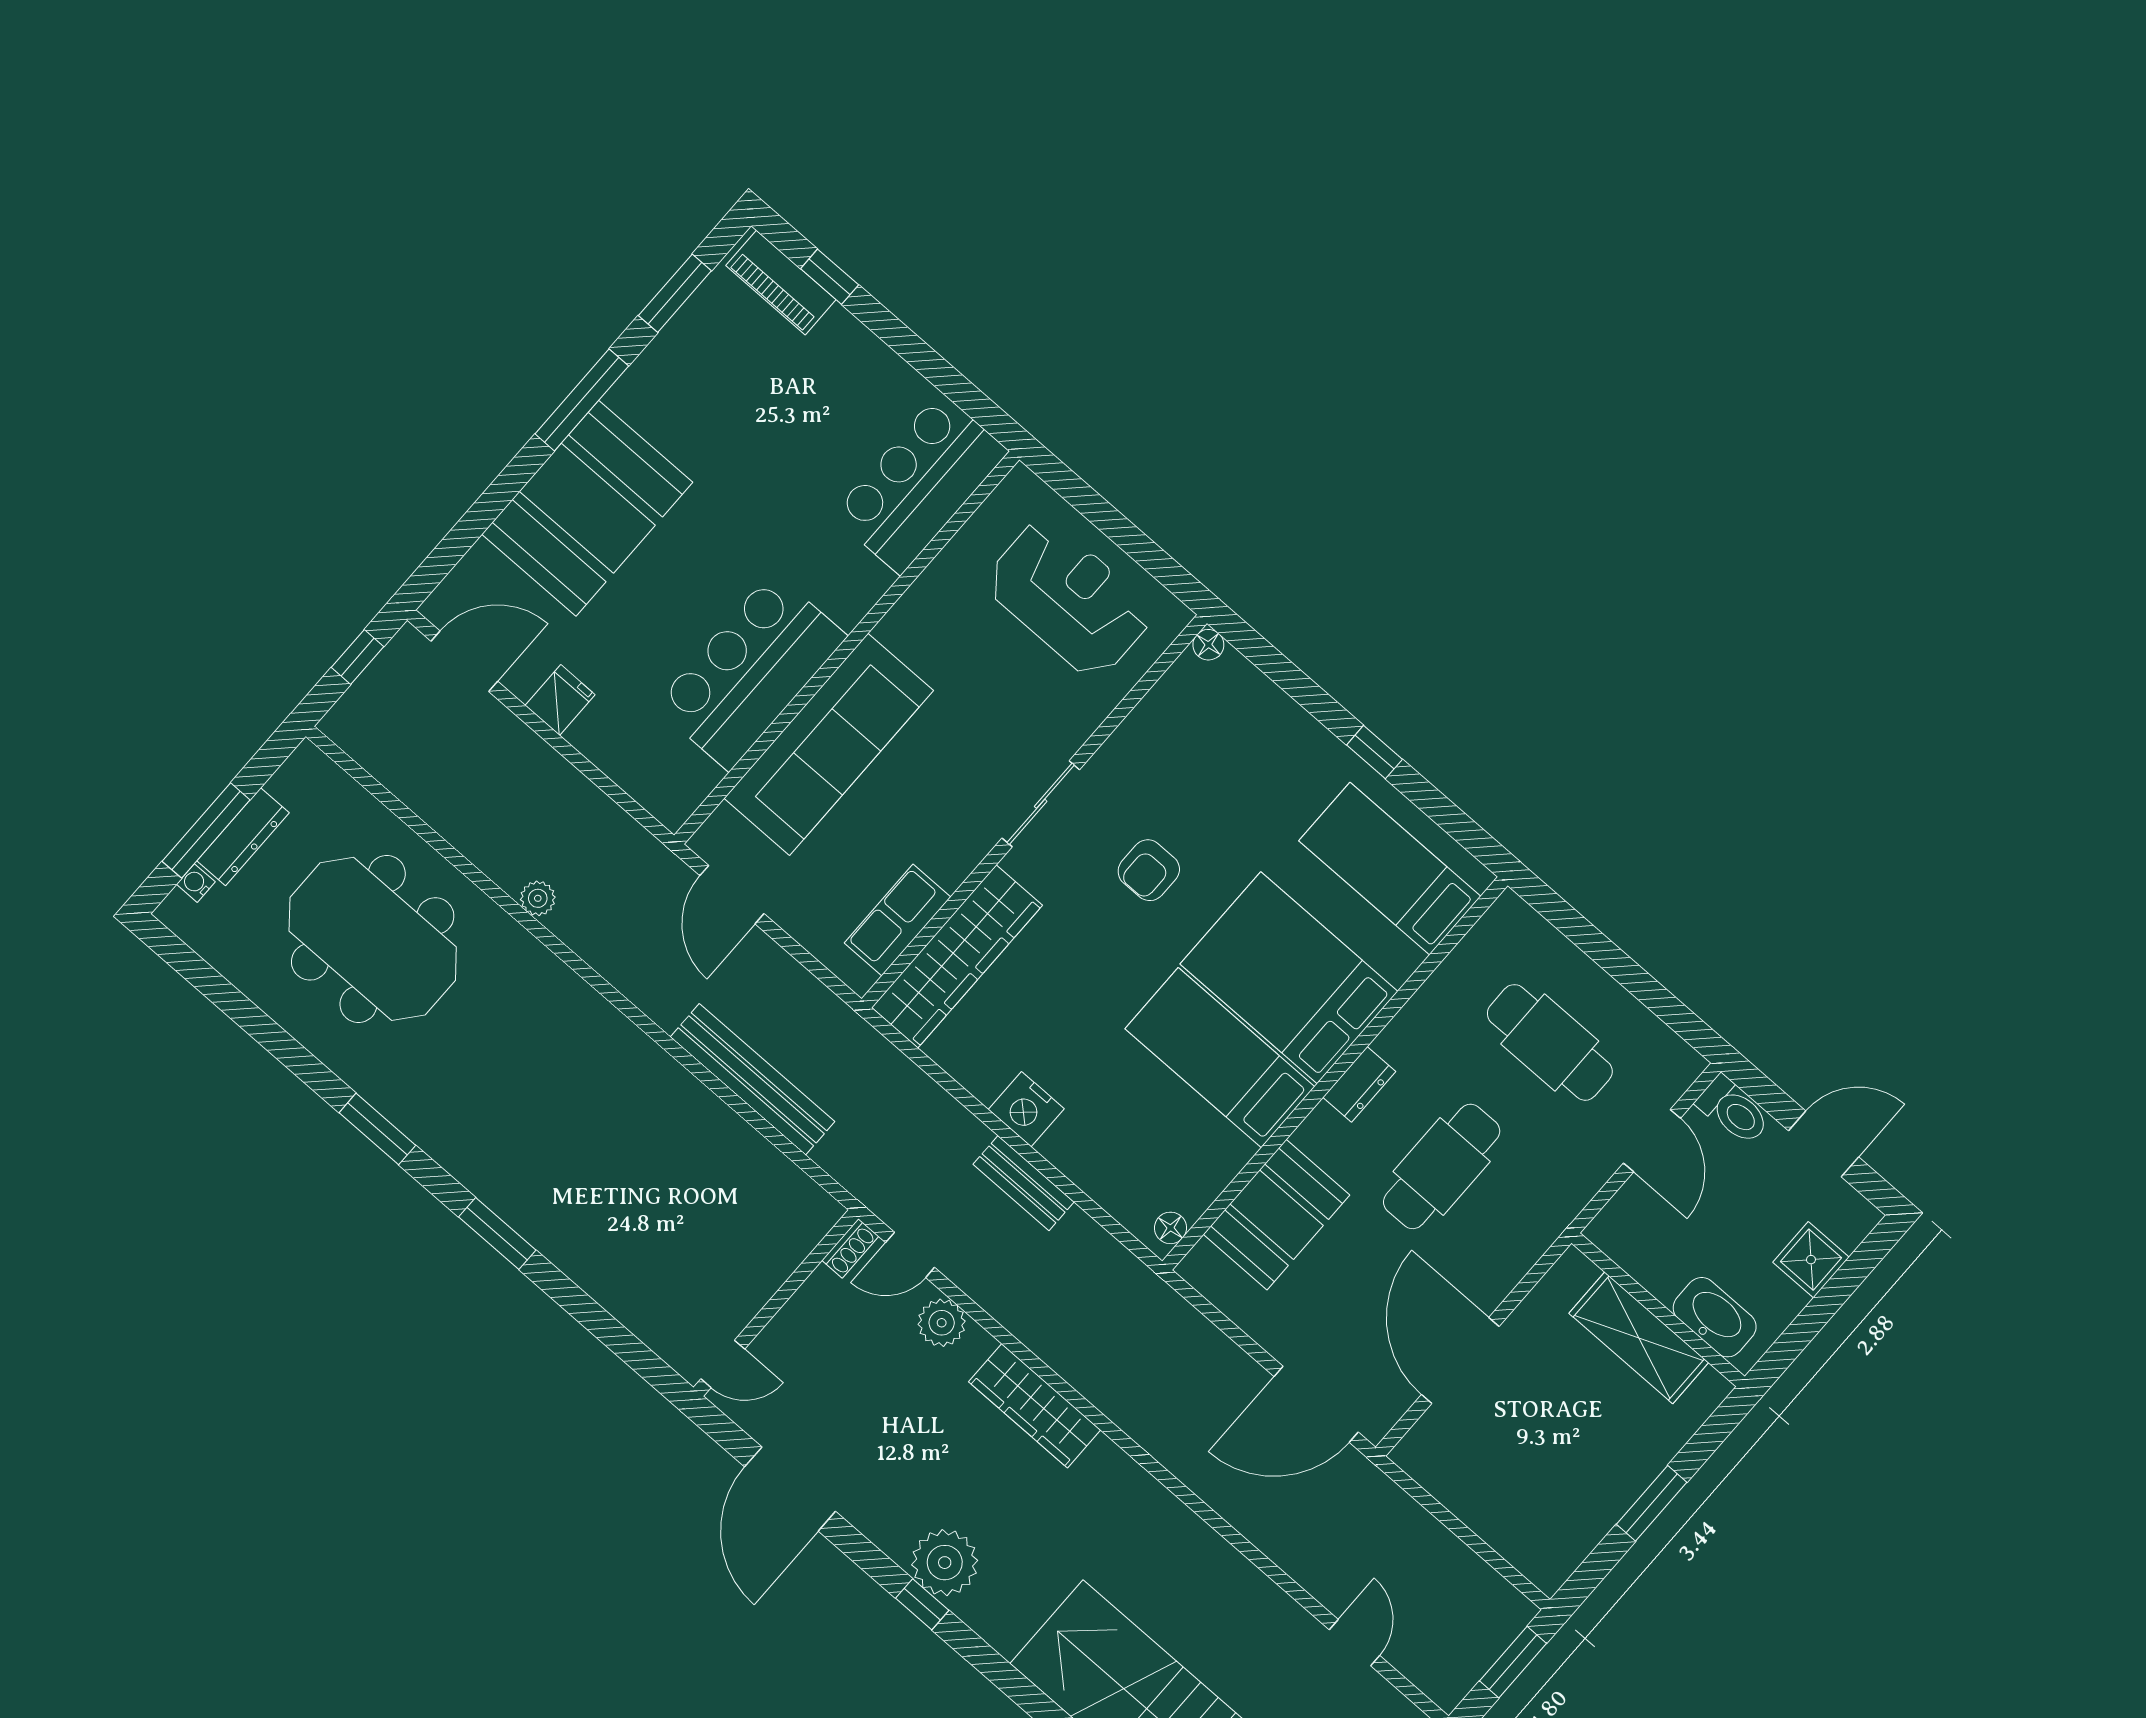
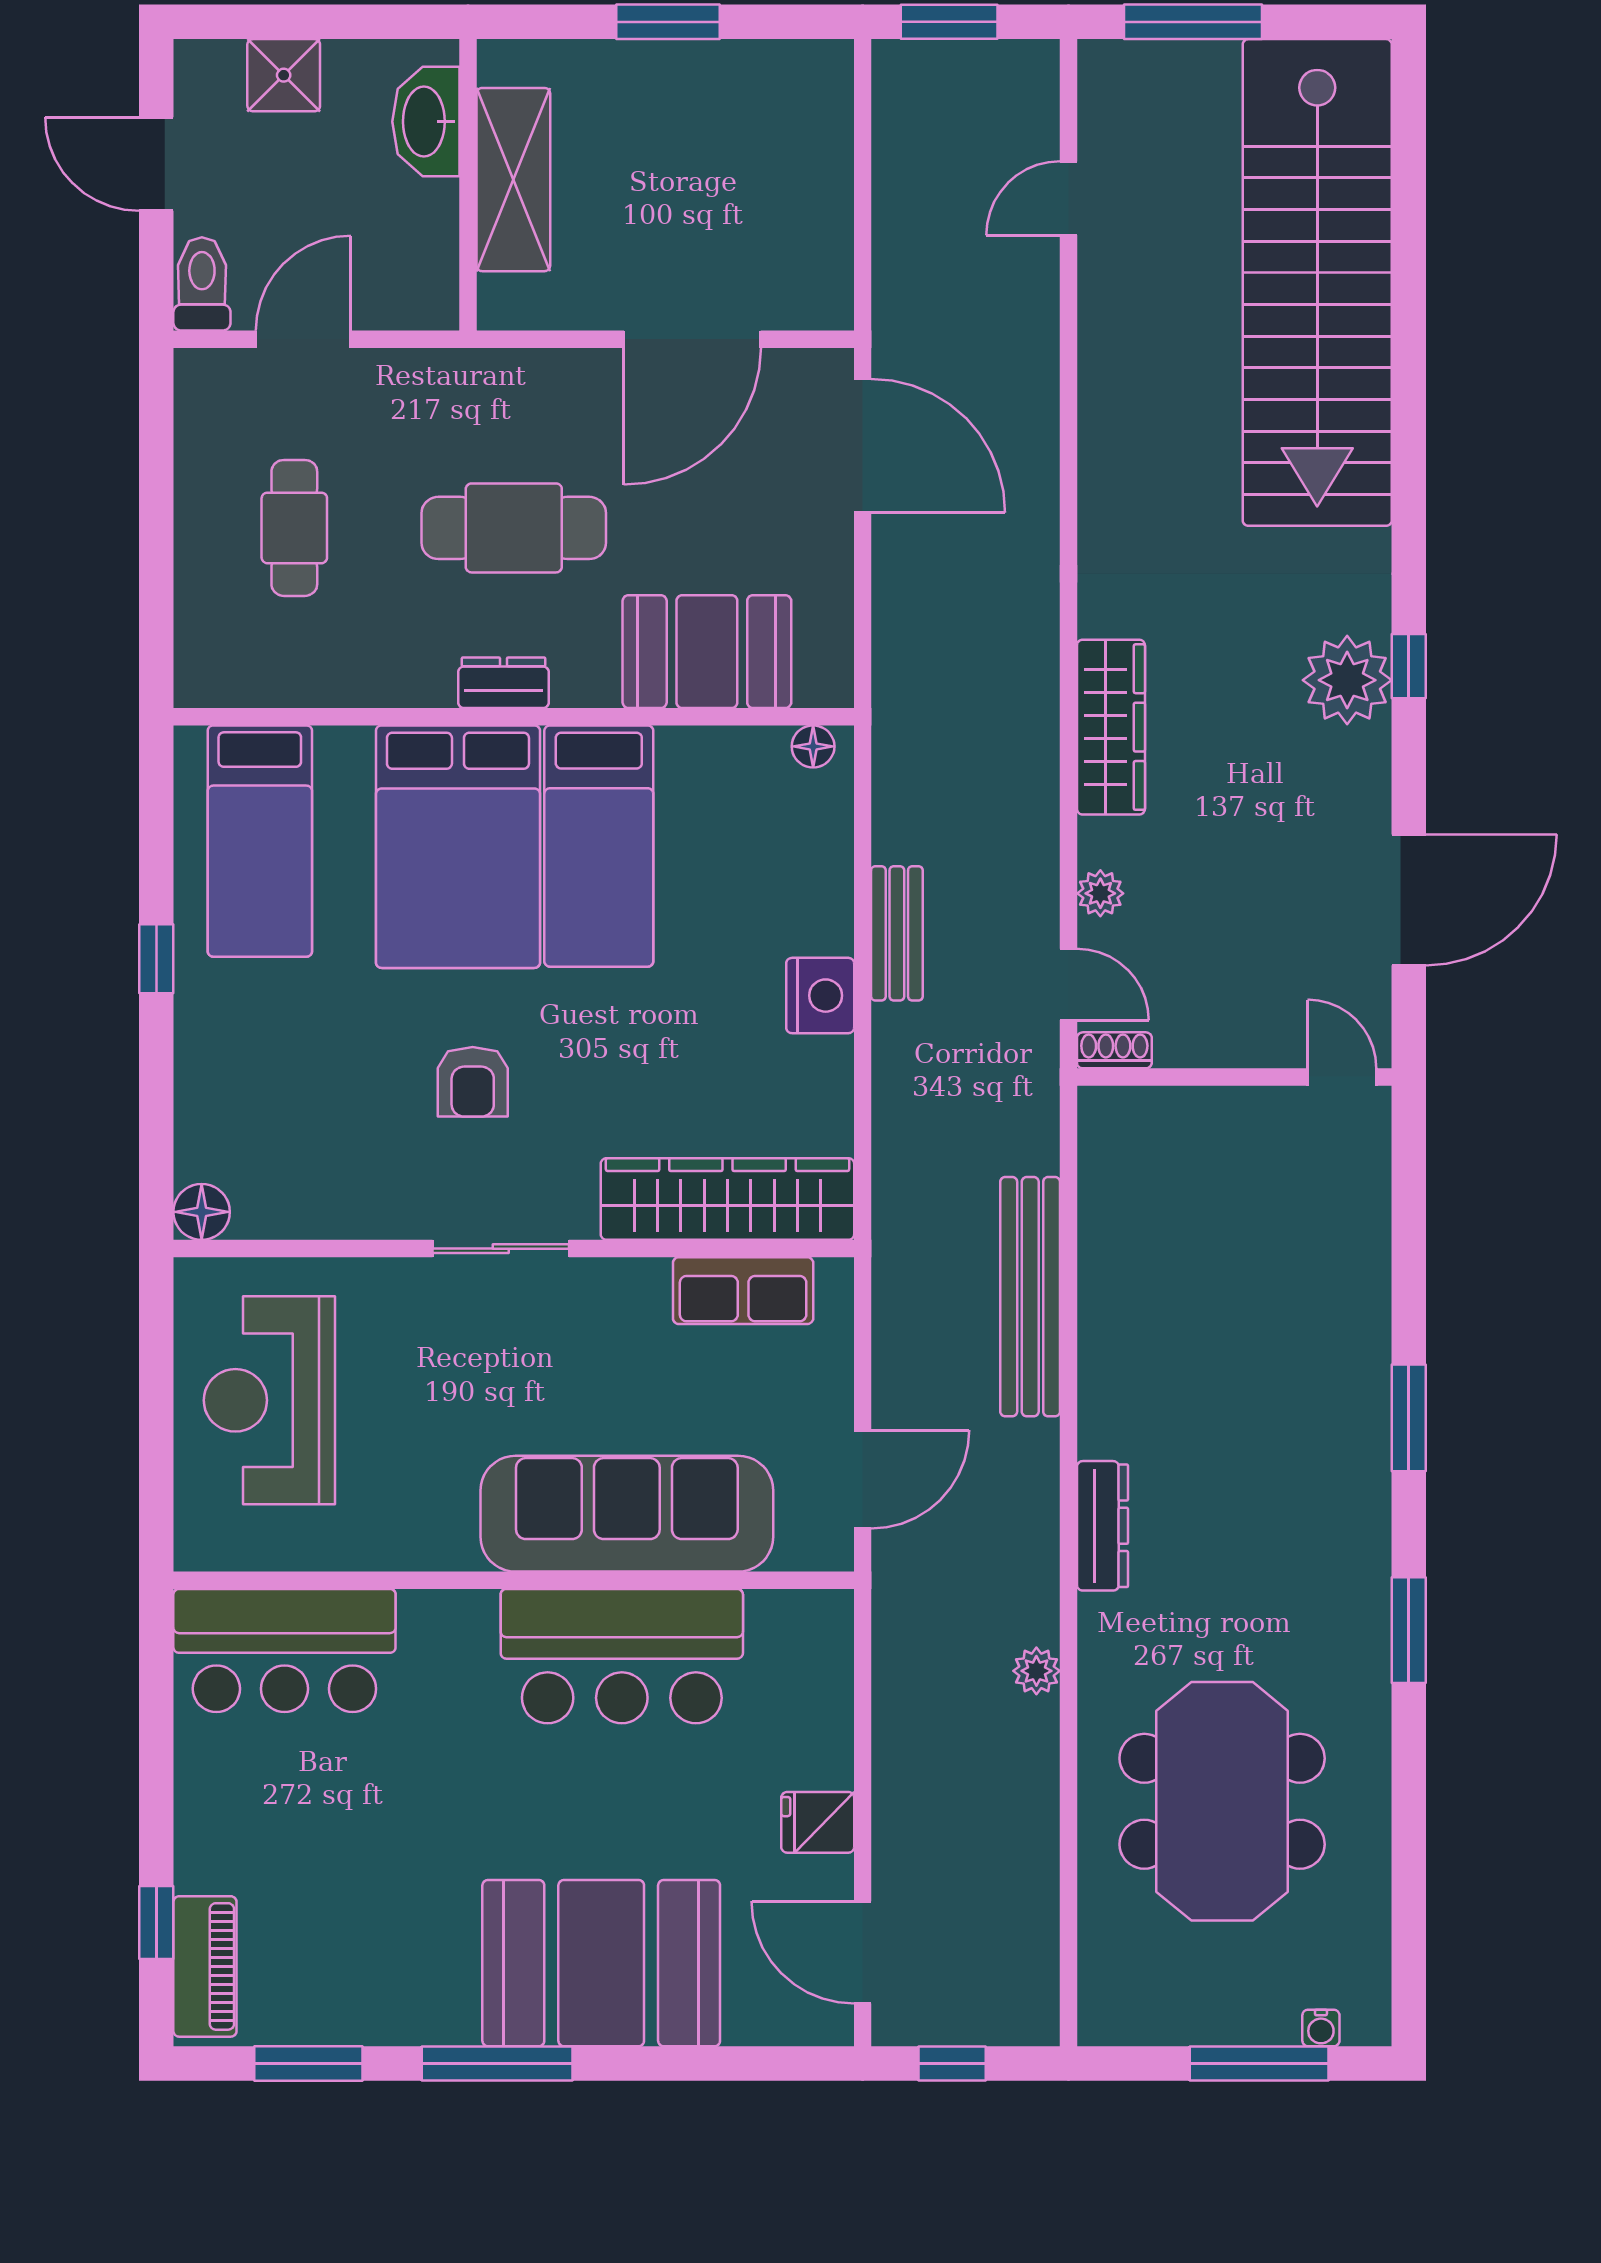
floor lamp: (1208, 645) -> (202, 1212), width x1.37, depth x1.37
dresser: (243, 837) -> (1102, 1526), moved, turned 90
armchair: (1149, 870) -> (473, 1082), turned 90
cafe table: (1550, 1042) -> (294, 528), width x0.73, depth x0.74
plant: (942, 1323) -> (1100, 893), width x0.73, depth x0.73

